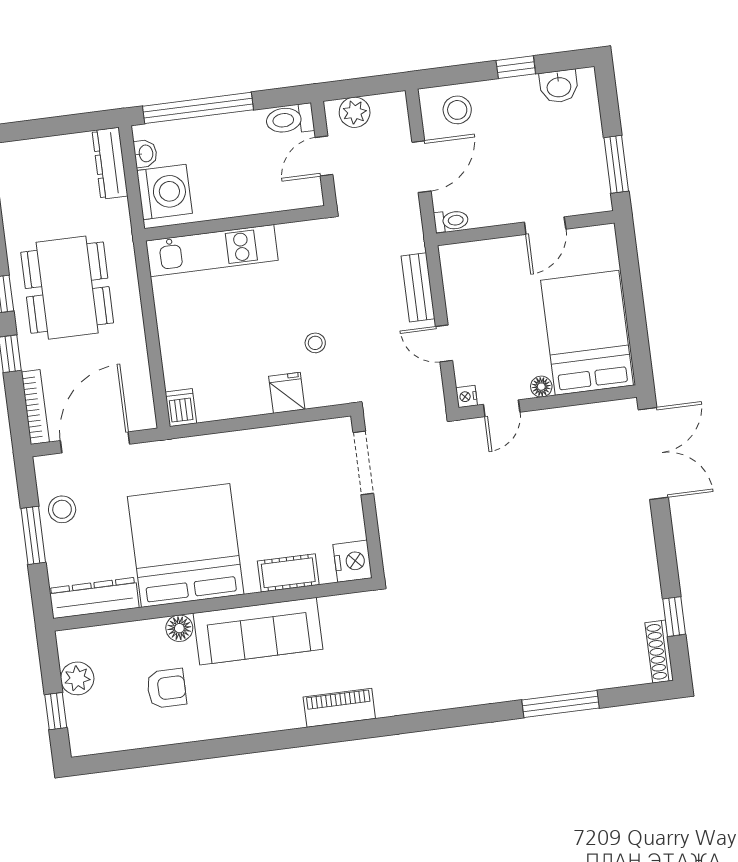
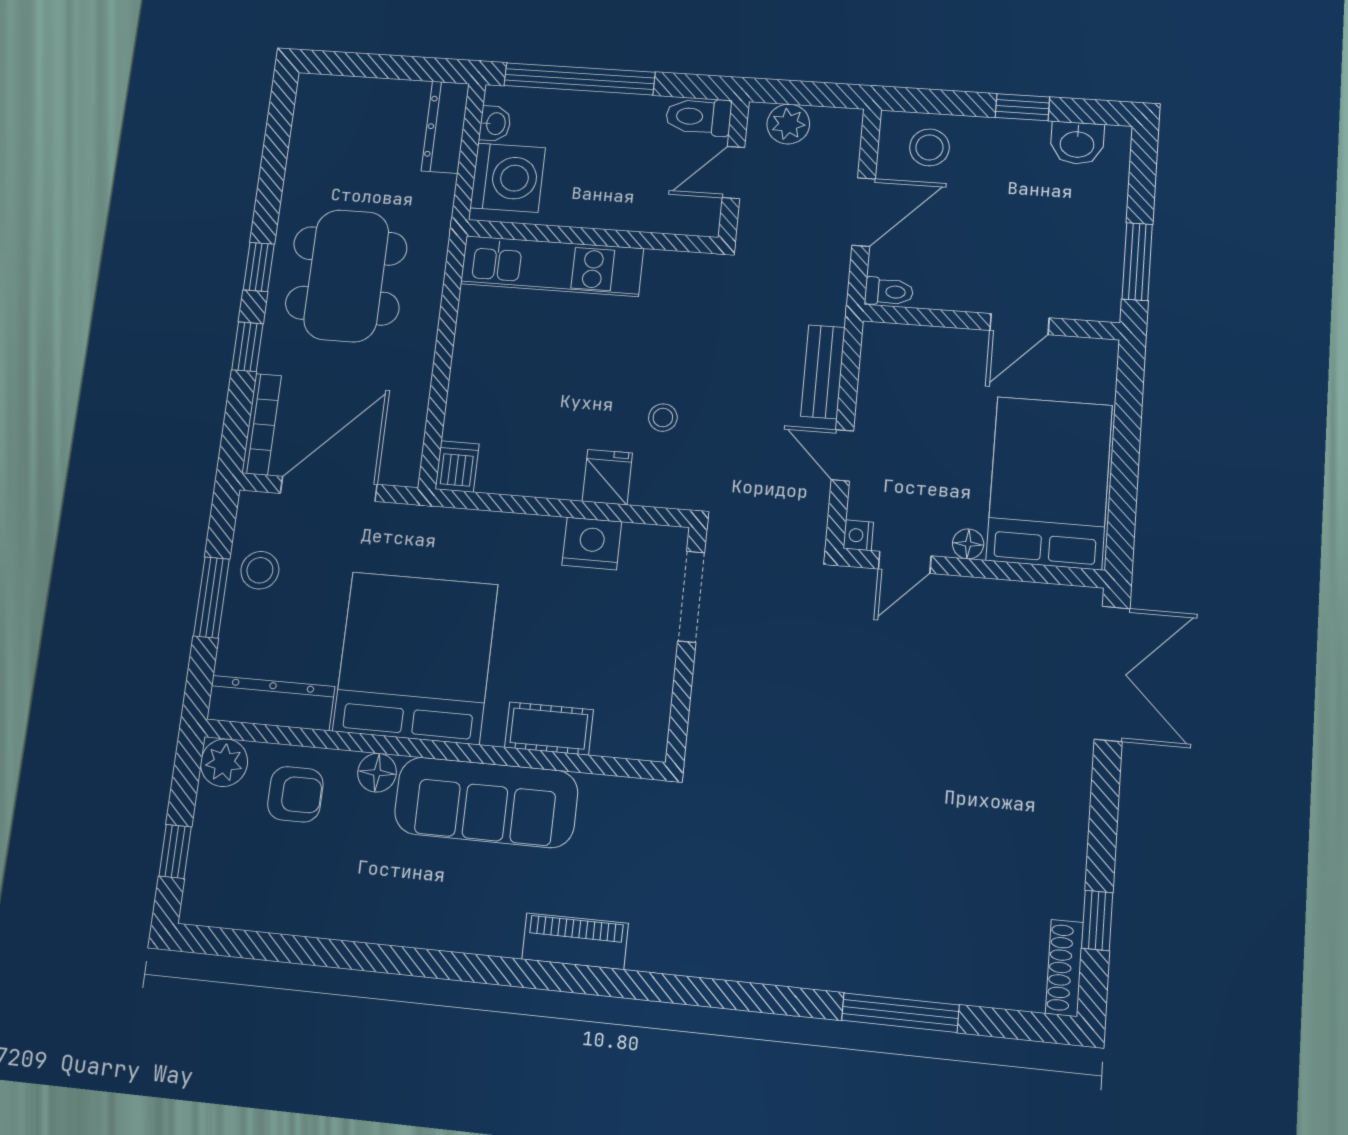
nightstand: (352, 561) -> (592, 544), moved, turned -90
plant: (77, 678) -> (224, 763), moved
armchair: (166, 688) -> (295, 794), moved

